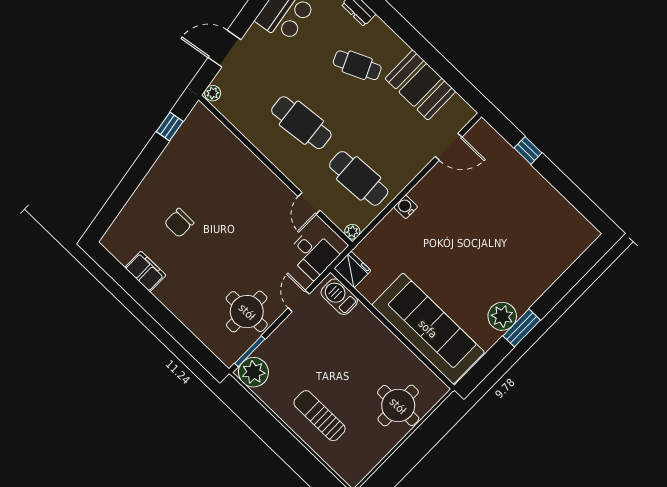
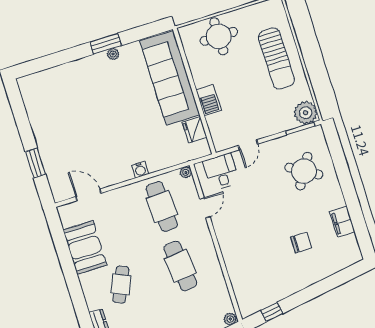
cafe table: (357, 65) -> (121, 285), turned 48
window: (528, 150) -> (35, 163), width x1.50
fridge: (352, 269) -> (195, 130), moved
barbecue: (339, 297) -> (209, 100), moved
round table: (247, 312) -> (304, 171), moved, turned 31
plant: (502, 316) -> (113, 54), width x0.53, depth x0.53
sun lounger: (320, 416) -> (276, 59), width x1.36, depth x1.34

